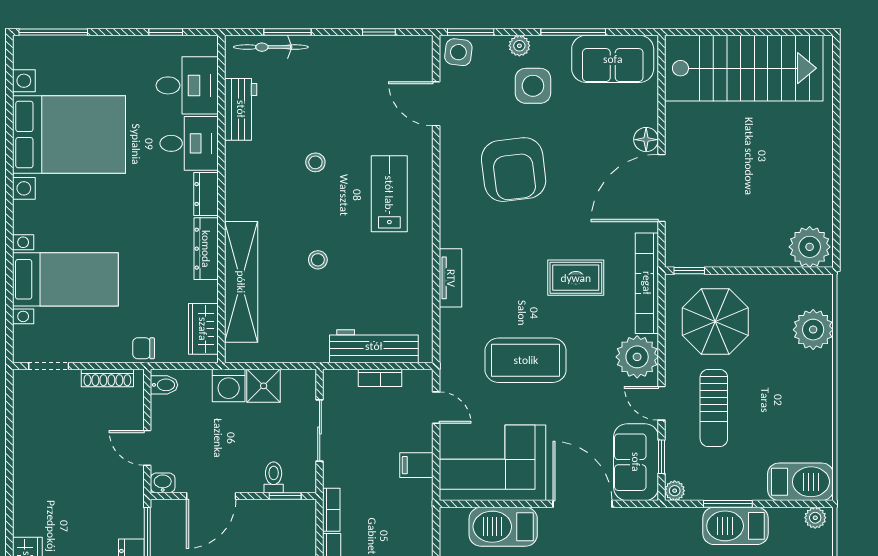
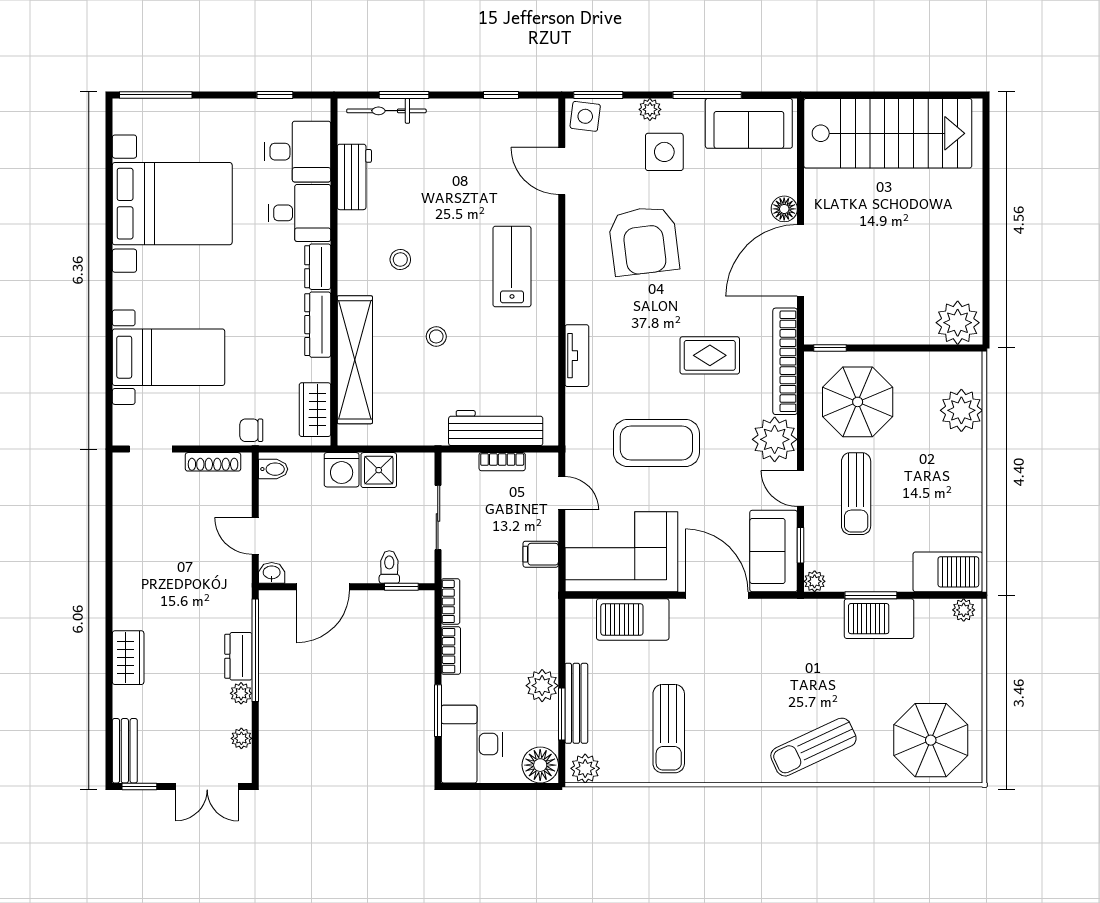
stool: (315, 162) -> (400, 260), moved

